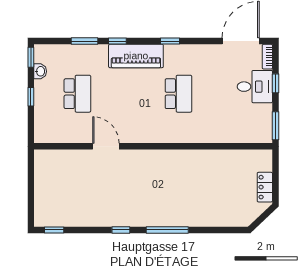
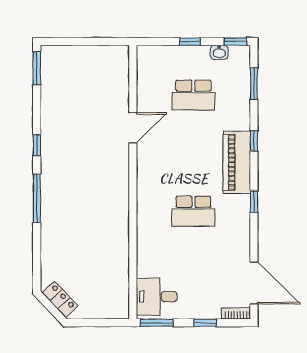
window: (85, 41) -> (254, 84), moved
desk: (255, 87) -> (157, 297), moved, turned 90
locker: (265, 187) -> (60, 299), moved, turned 47
window: (54, 230) -> (37, 68), width x1.50

